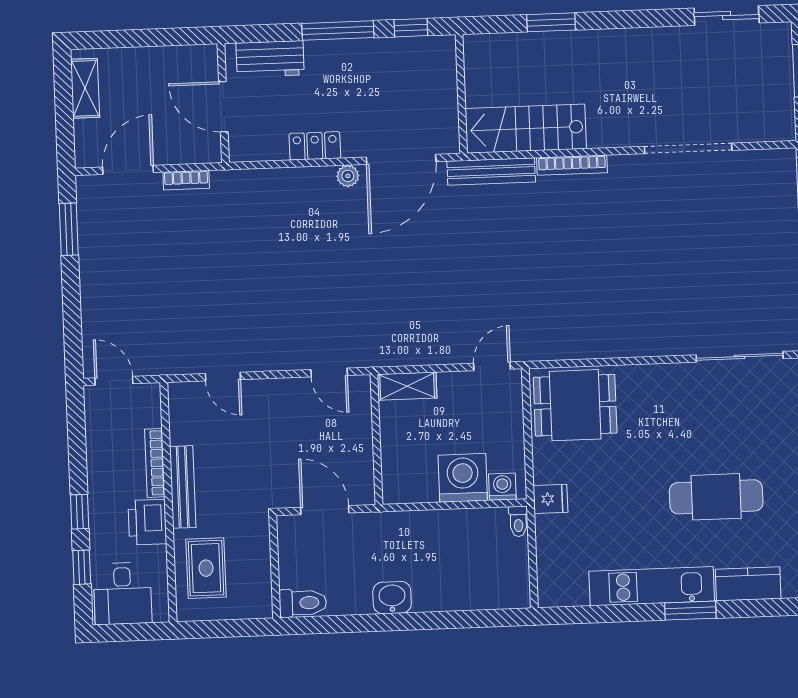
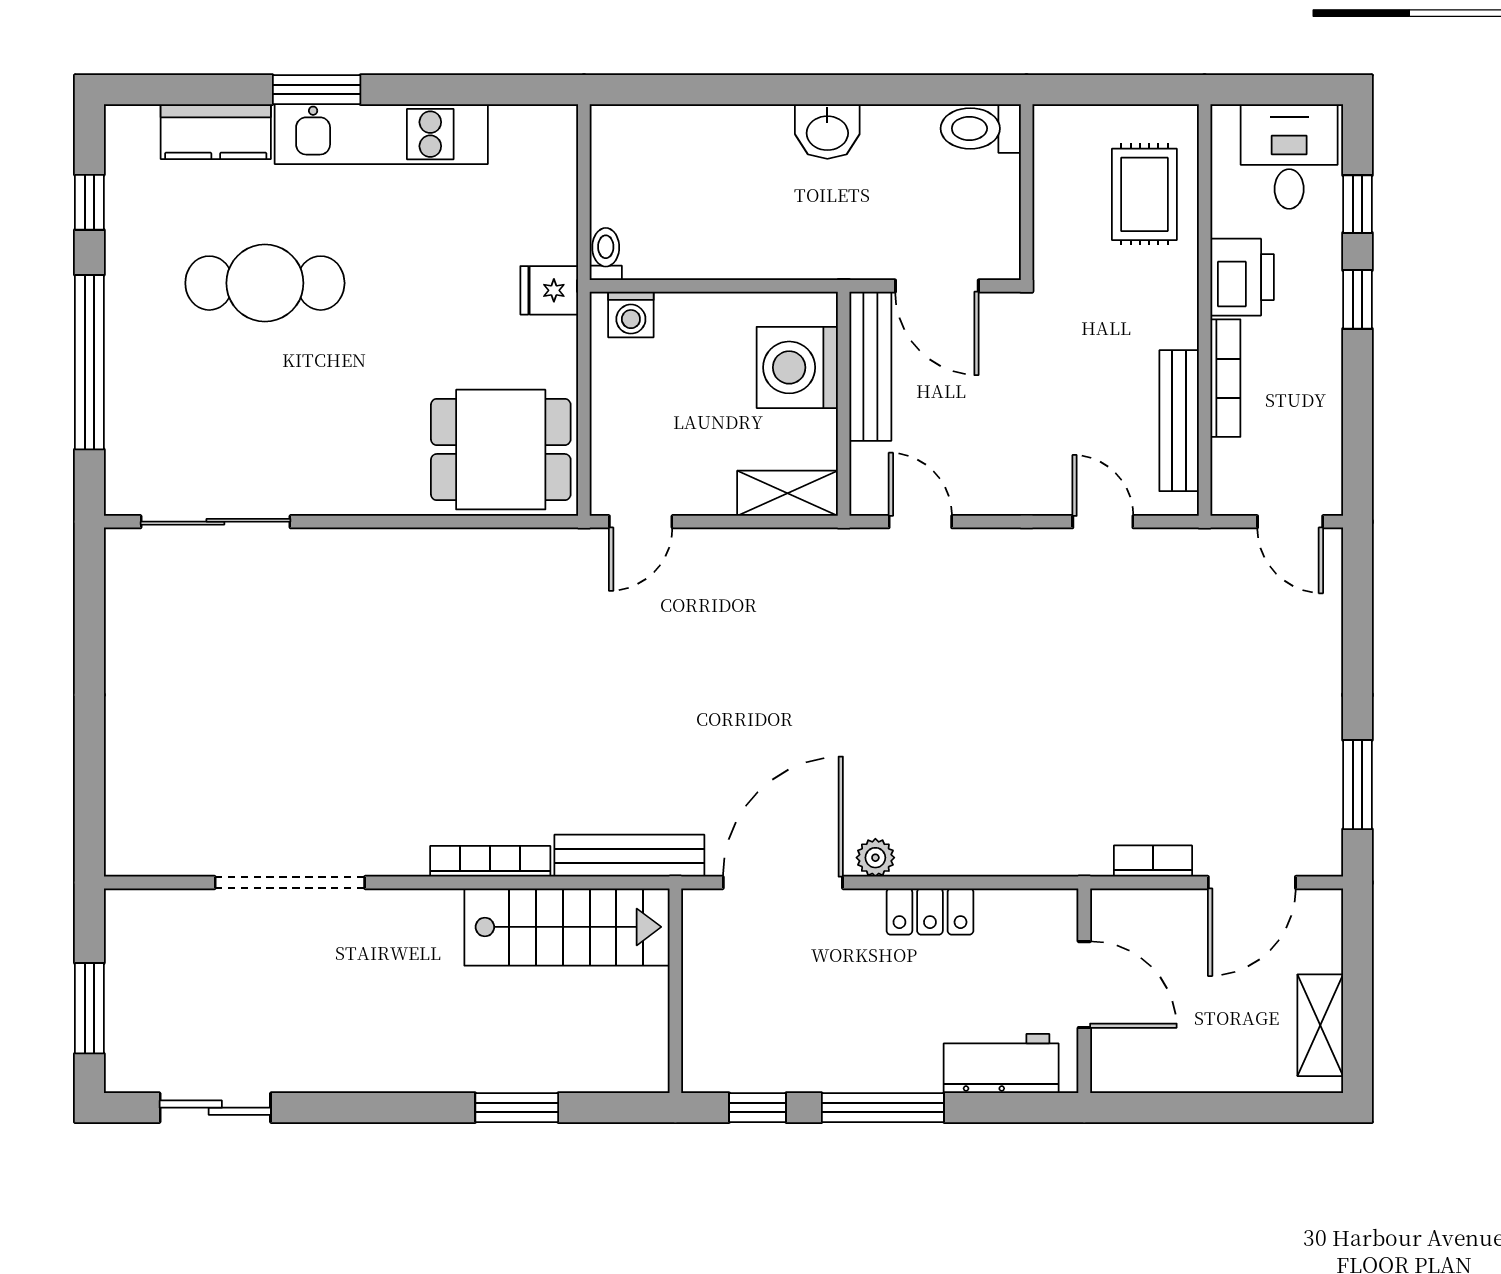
bench: (362, 462) -> (870, 366), added
washing machine: (463, 478) -> (797, 367), moved, turned 90
bench: (183, 487) -> (1179, 421), moved

